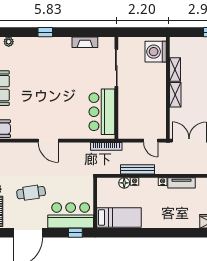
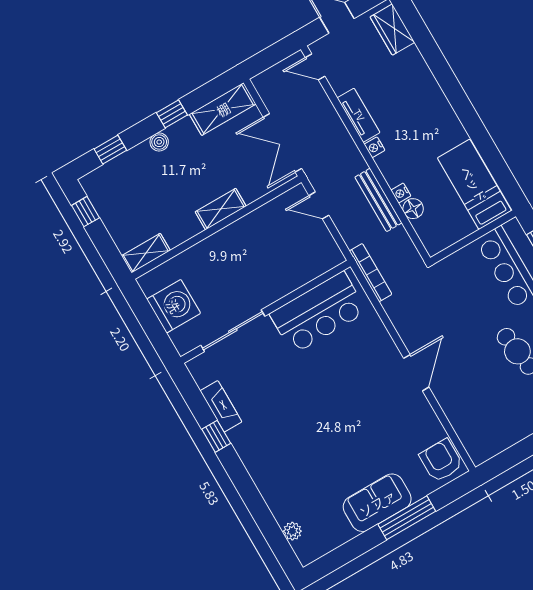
window: (45, 32) -> (216, 436), moved
washing machine: (156, 52) -> (174, 306), moved, turned -90
shelving: (175, 69) -> (146, 253), moved
door: (151, 141) -> (319, 205), swing flipped

